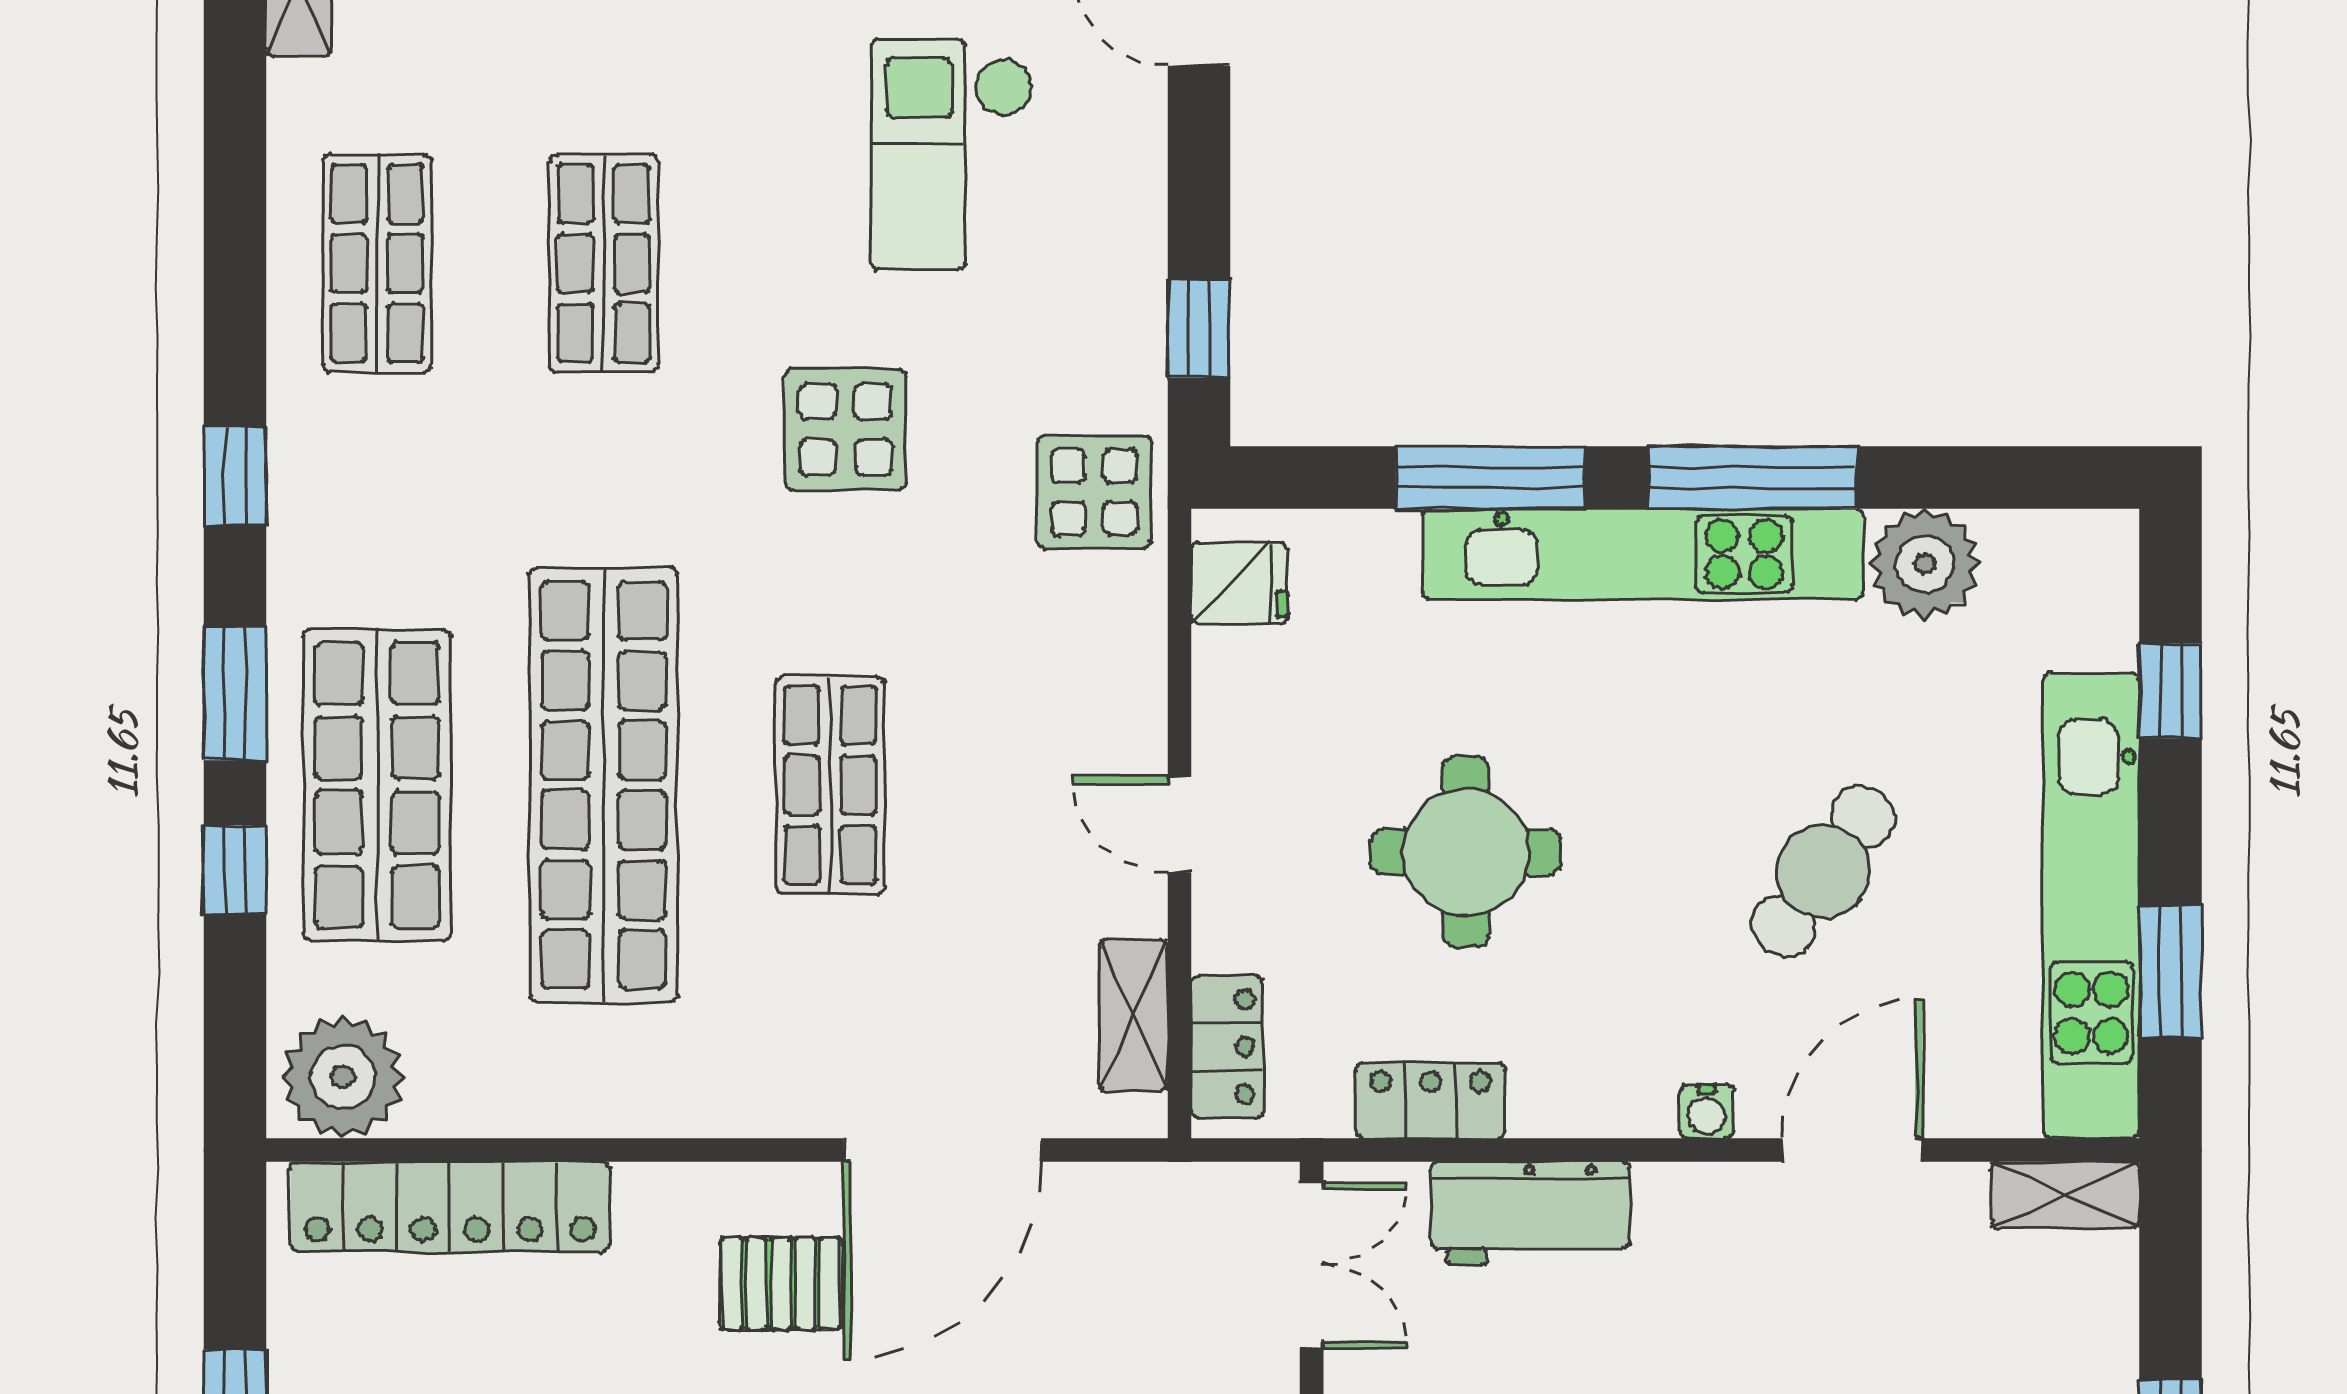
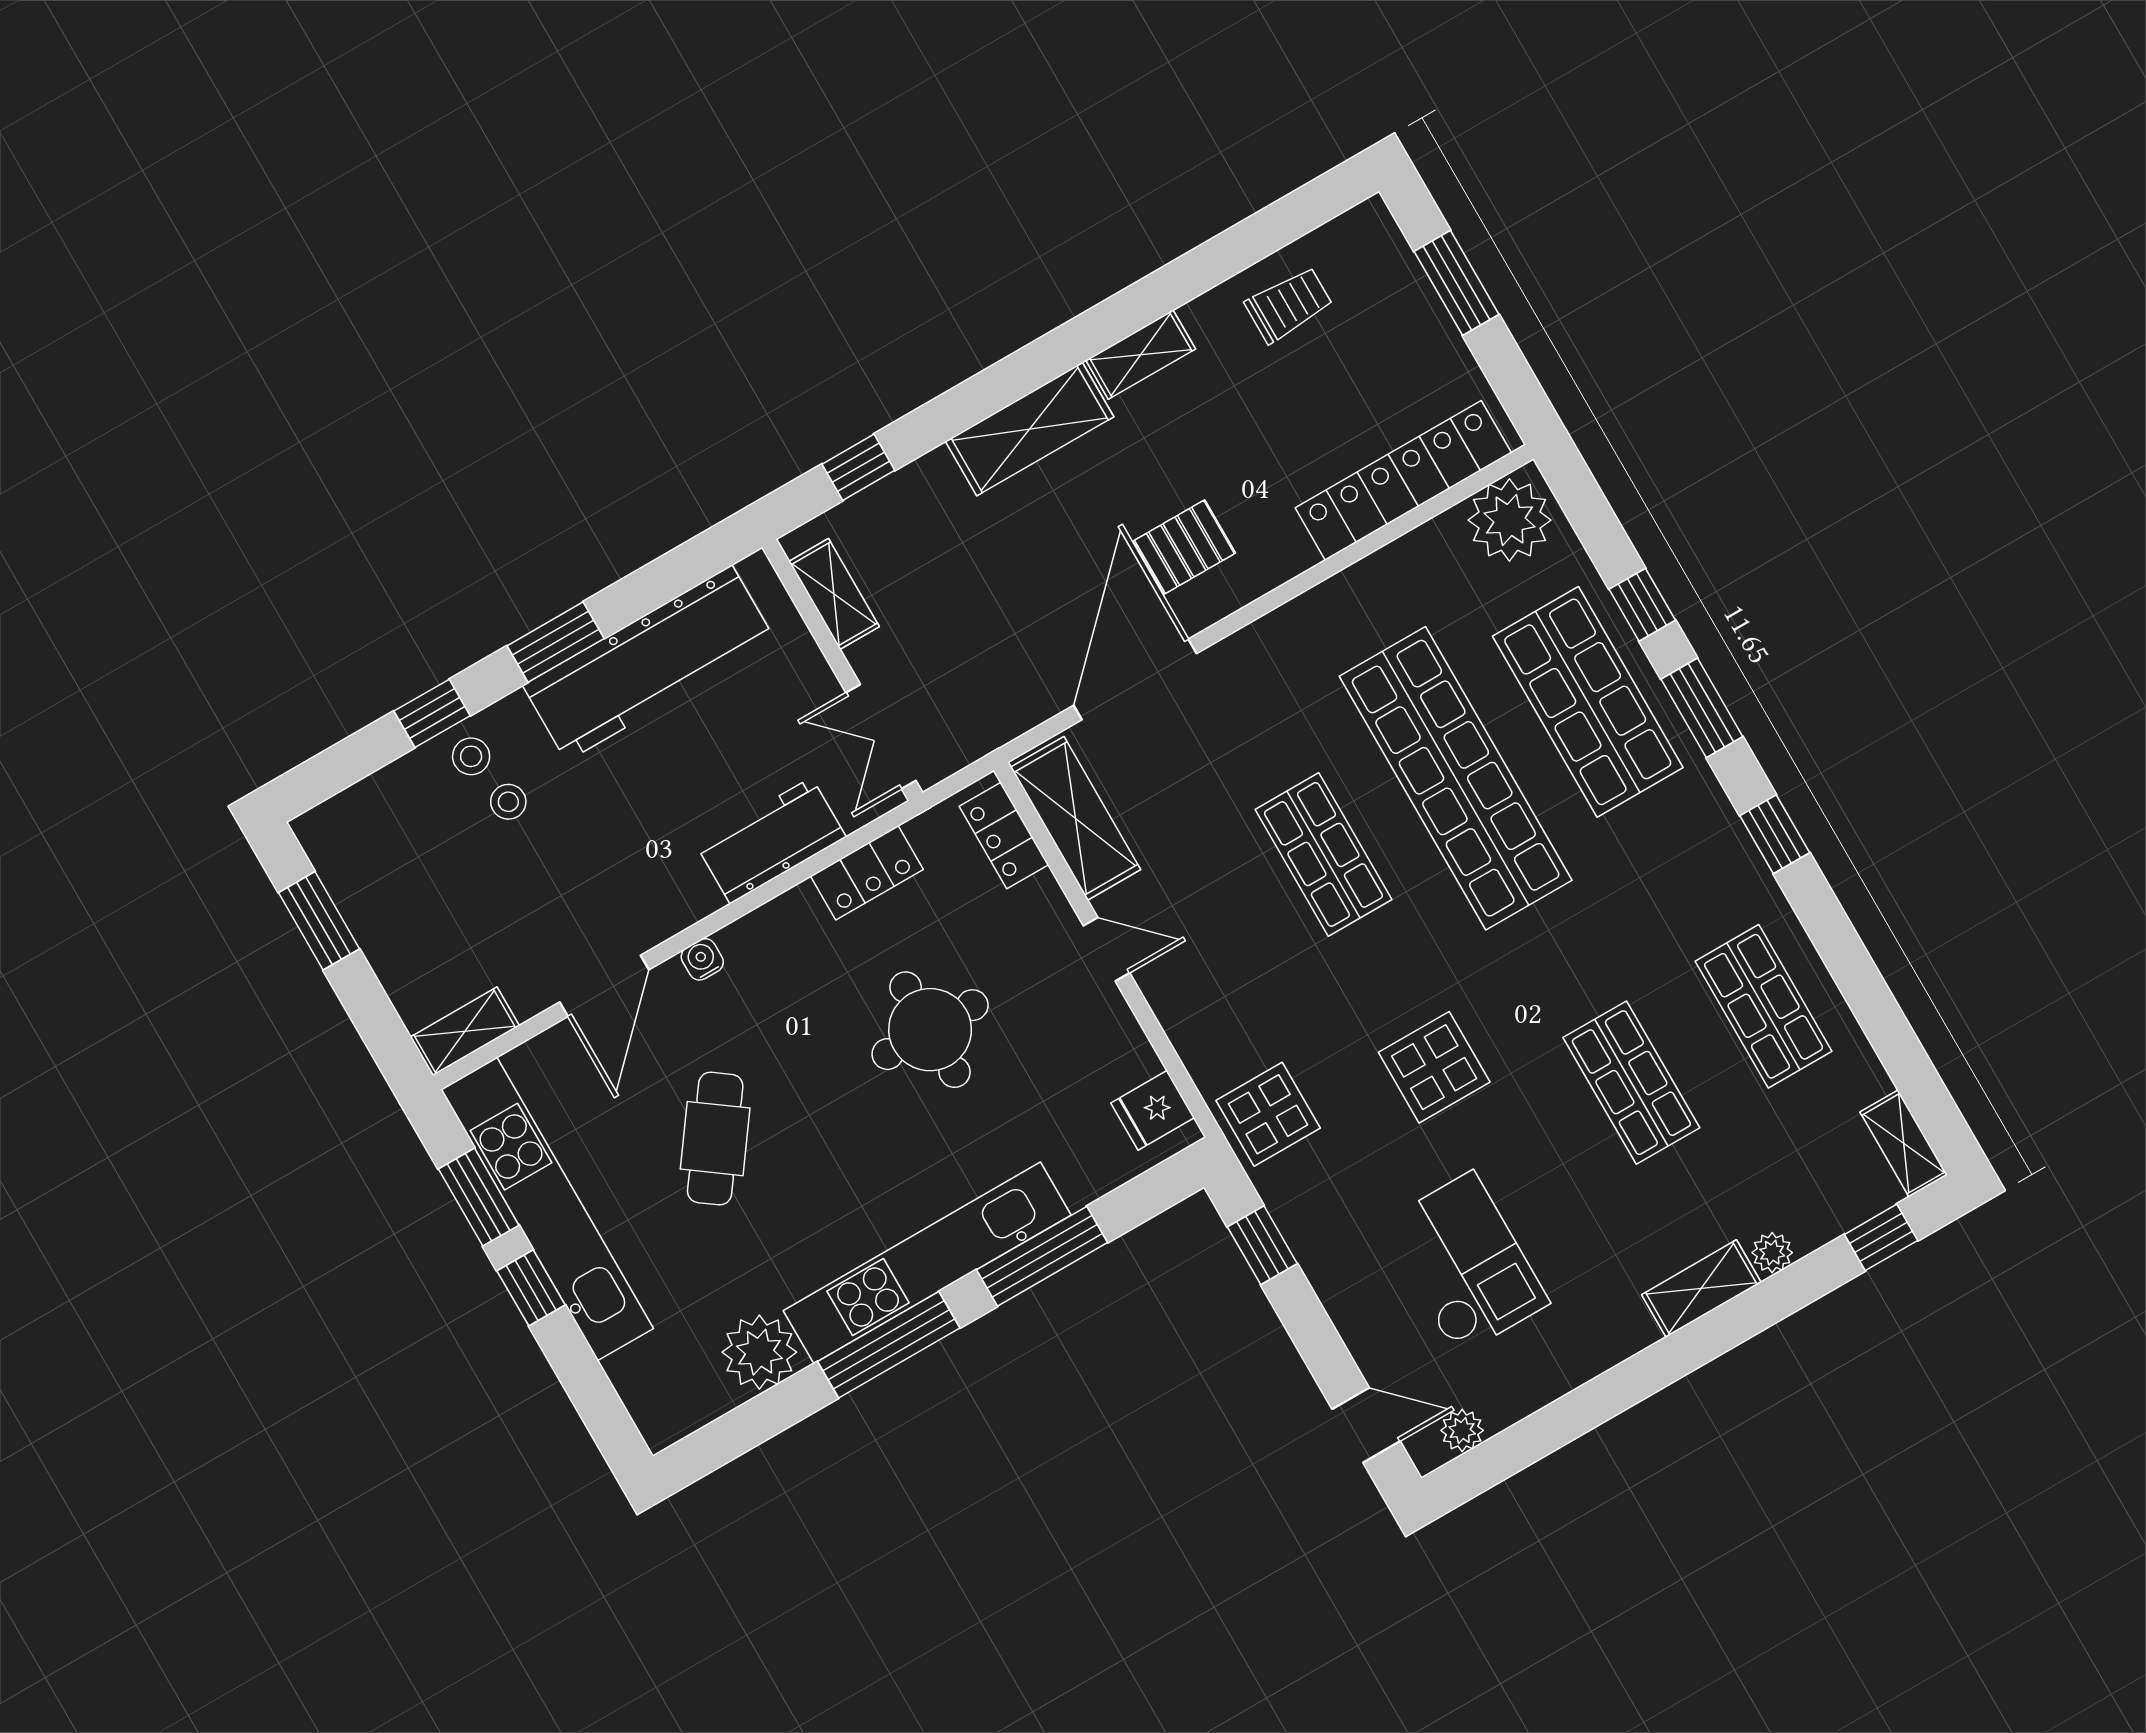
window: (2171, 691) -> (531, 1288), moved
shelving: (1134, 1015) -> (1076, 818), width x1.50, depth x1.33

